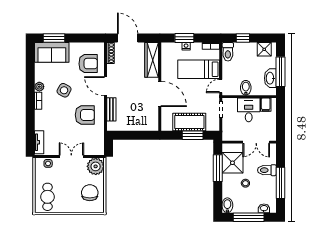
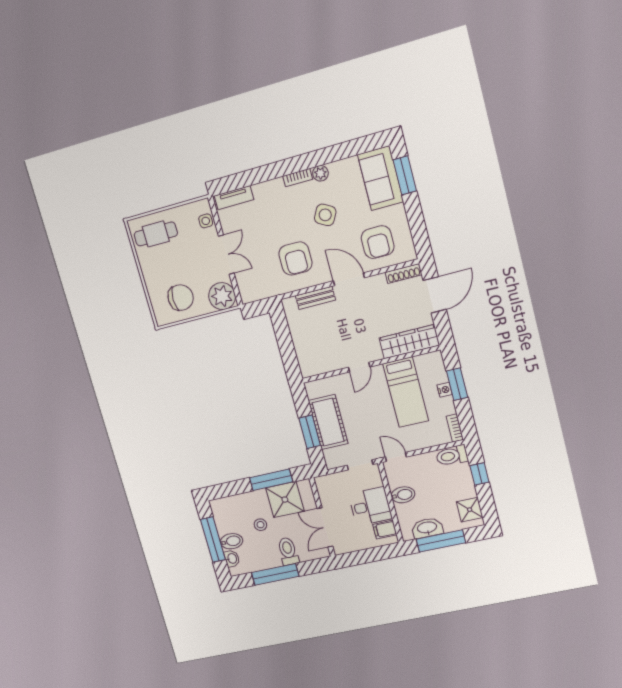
bed: (199, 69) -> (406, 392), moved, turned 180
door: (105, 86) -> (349, 279), hinge flipped
door: (160, 94) -> (359, 367), width x0.53
bidet: (227, 205) -> (232, 541), moved

